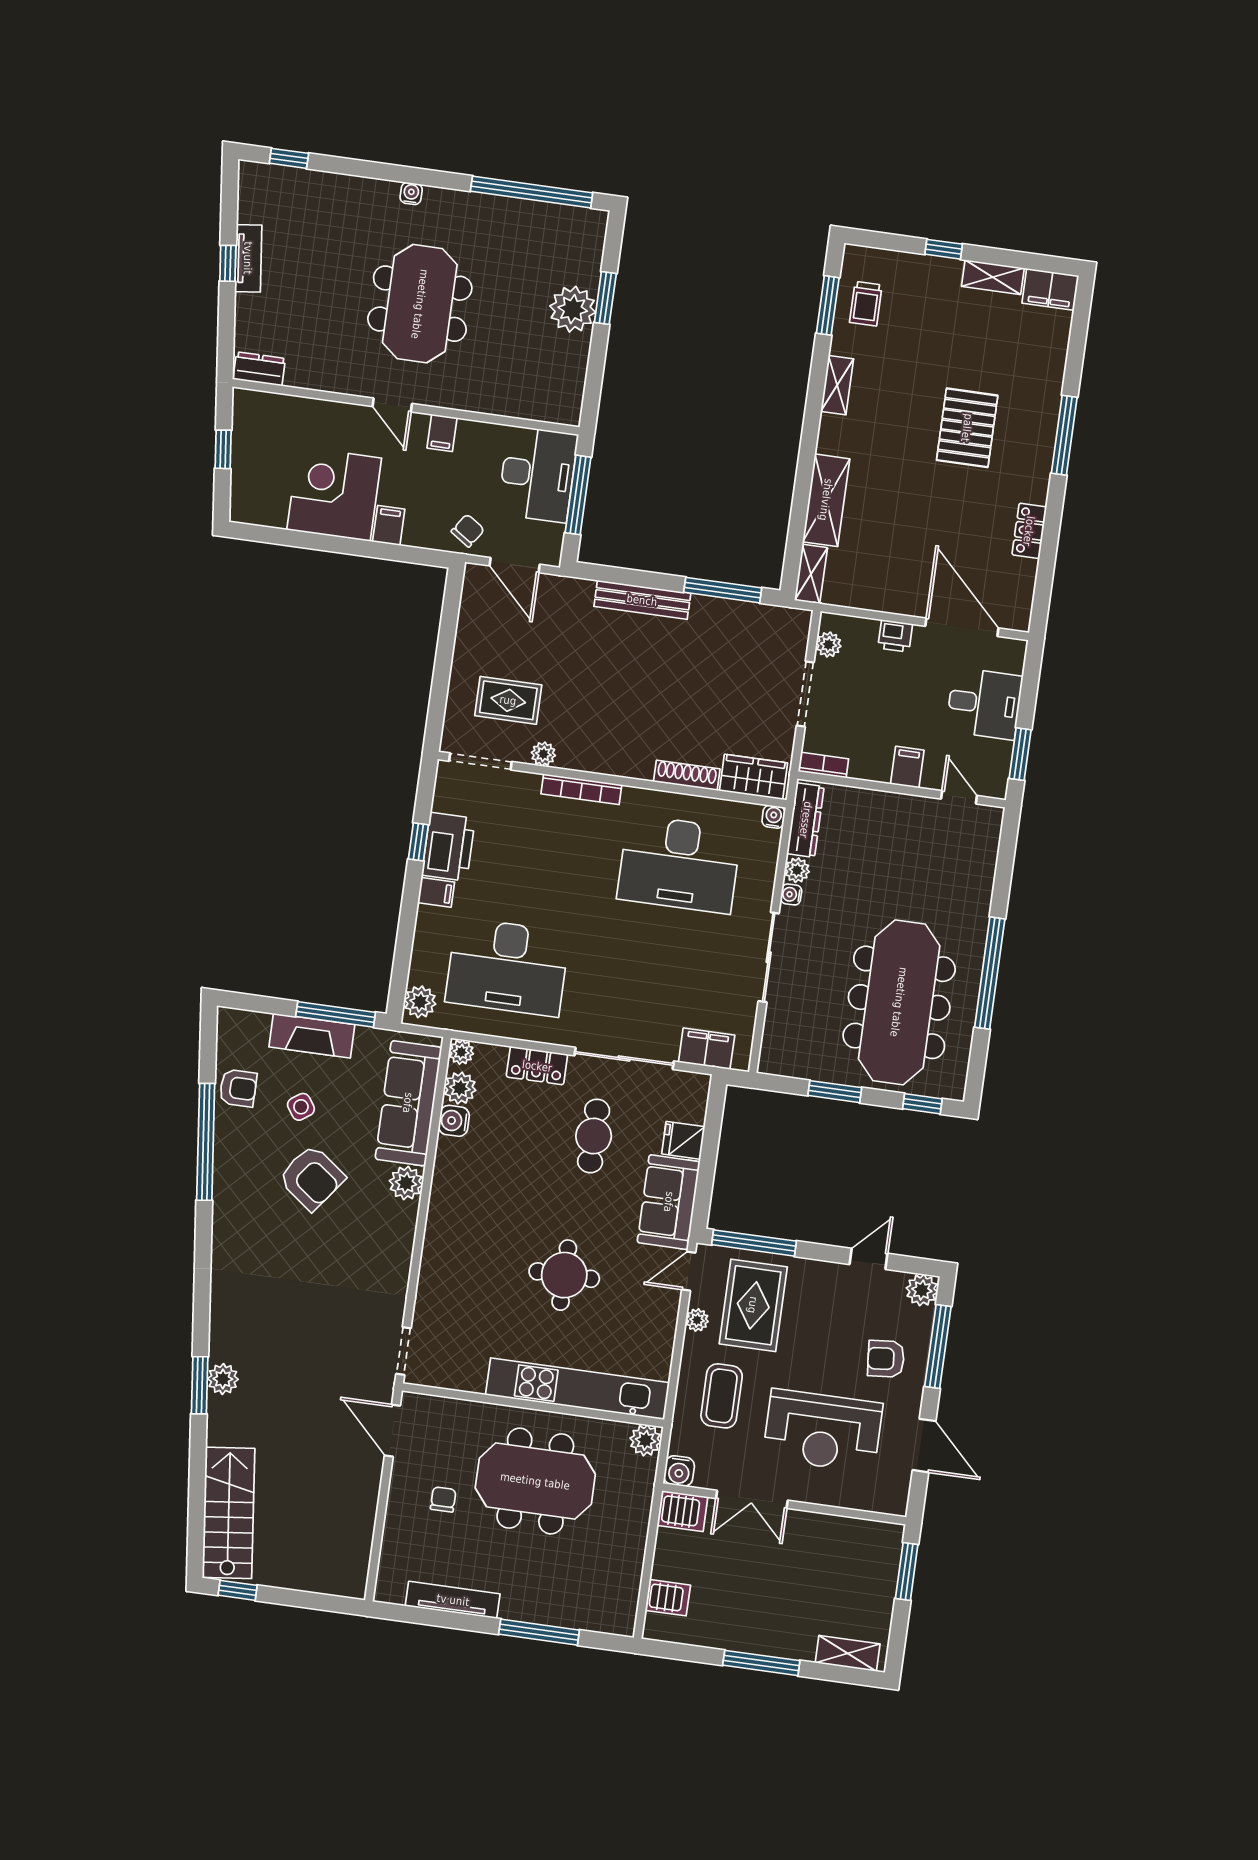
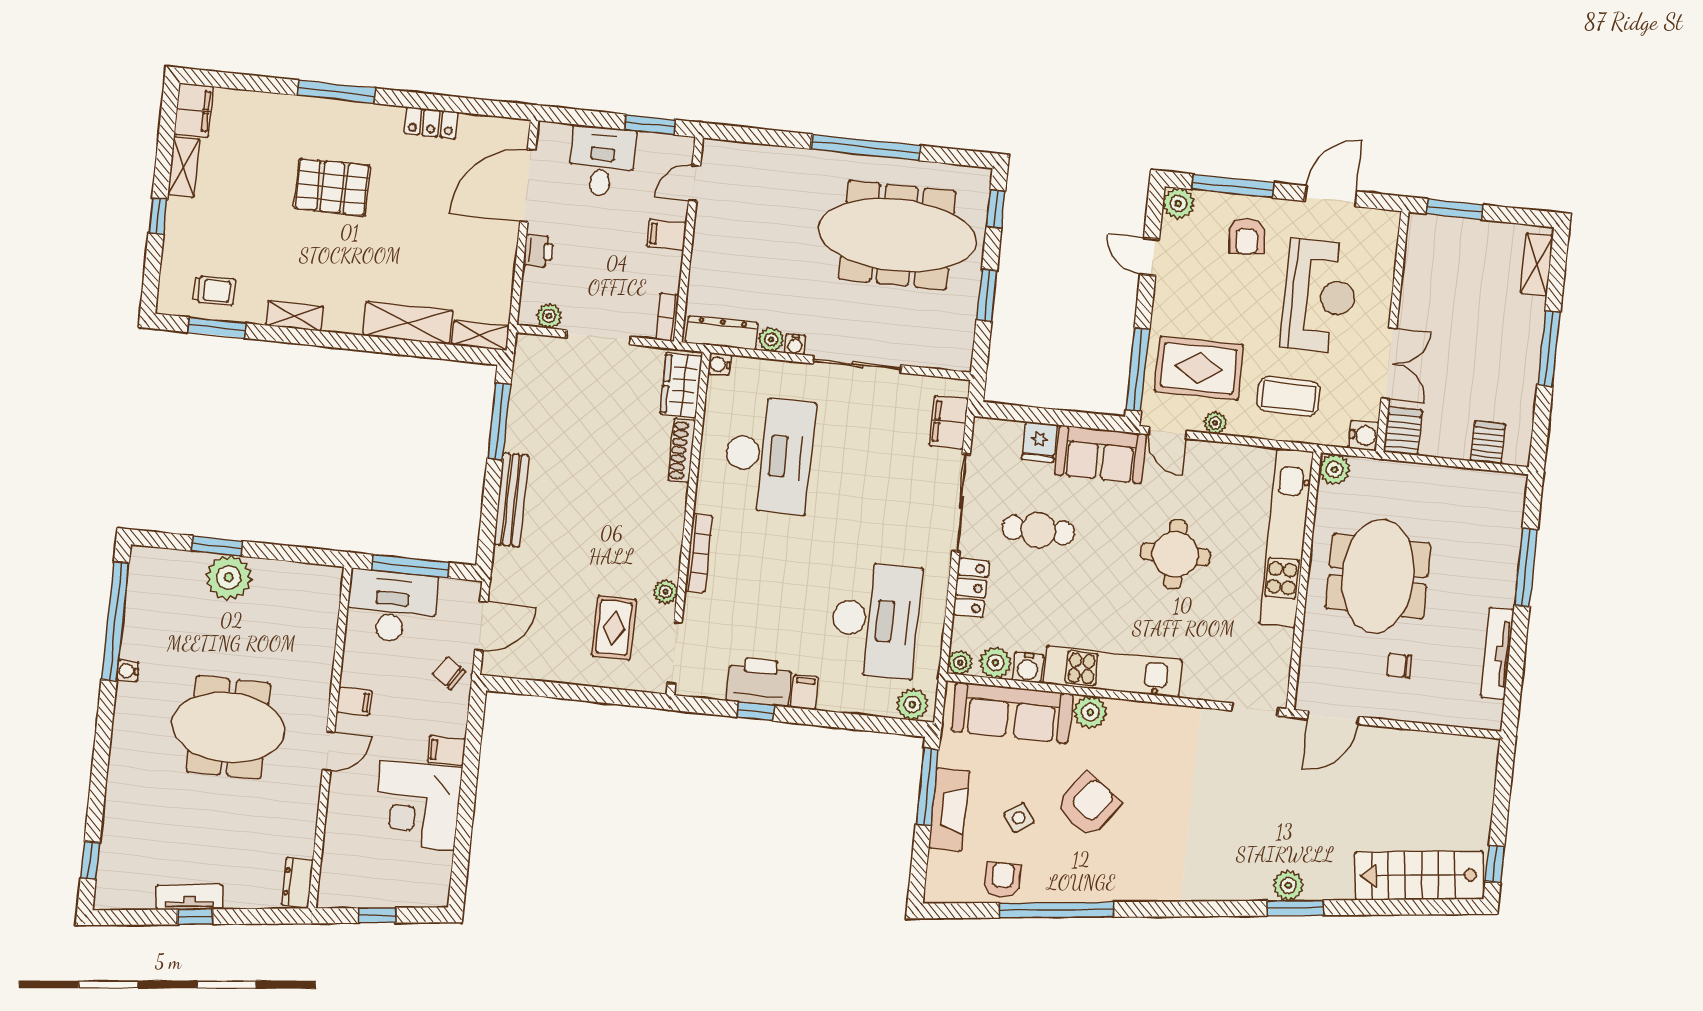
water cooler: (411, 193) -> (128, 671), moved
kitchen unit: (447, 1207) -> (1113, 672), added

